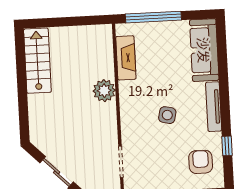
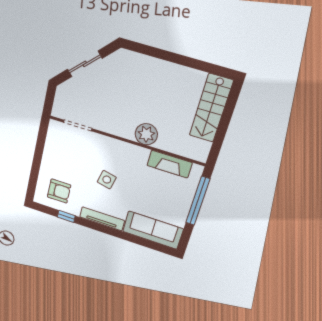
stairs: (37, 61) -> (211, 108), moved, turned 90

